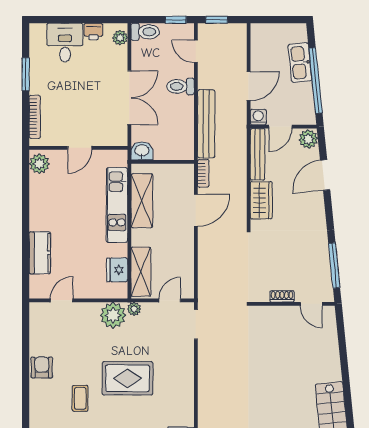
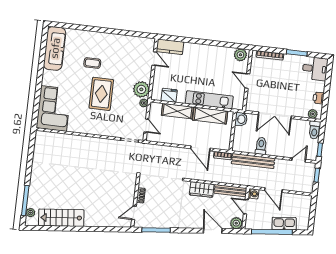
desk: (65, 43) -> (315, 69), moved
toilet: (181, 86) -> (261, 146), moved
kitchen counter: (40, 253) -> (170, 47), moved
shelving: (141, 272) -> (177, 111), moved
armchair: (42, 368) -> (114, 41), removed

